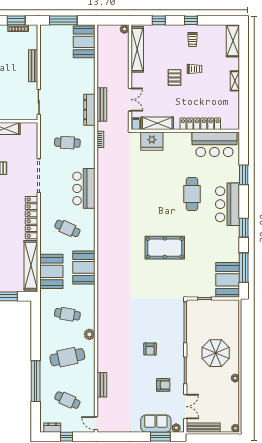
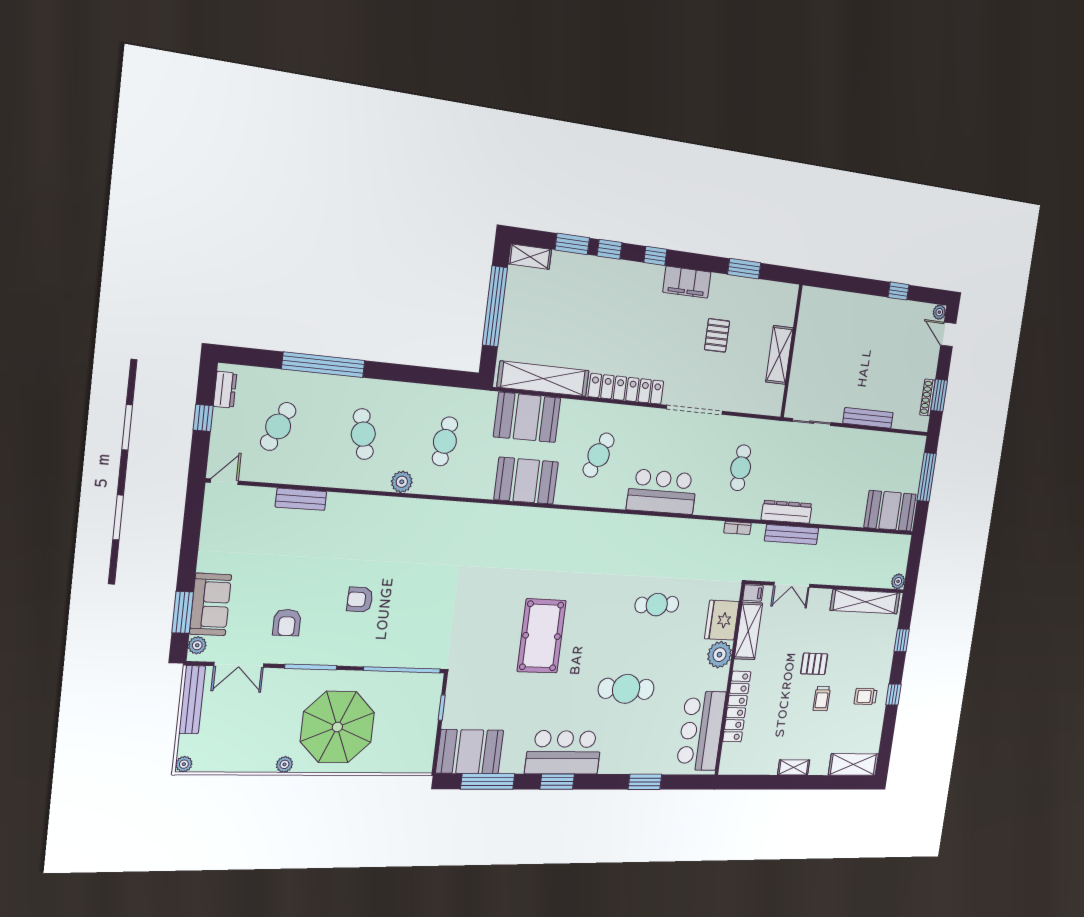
plant: (171, 139) -> (720, 655), added
cafe table: (145, 182) -> (657, 605), added
bar counter: (228, 204) -> (564, 752), moved
parasol: (216, 353) -> (337, 727), width x1.36, depth x1.36
cafe table: (67, 357) -> (363, 434), width x0.73, depth x0.74

